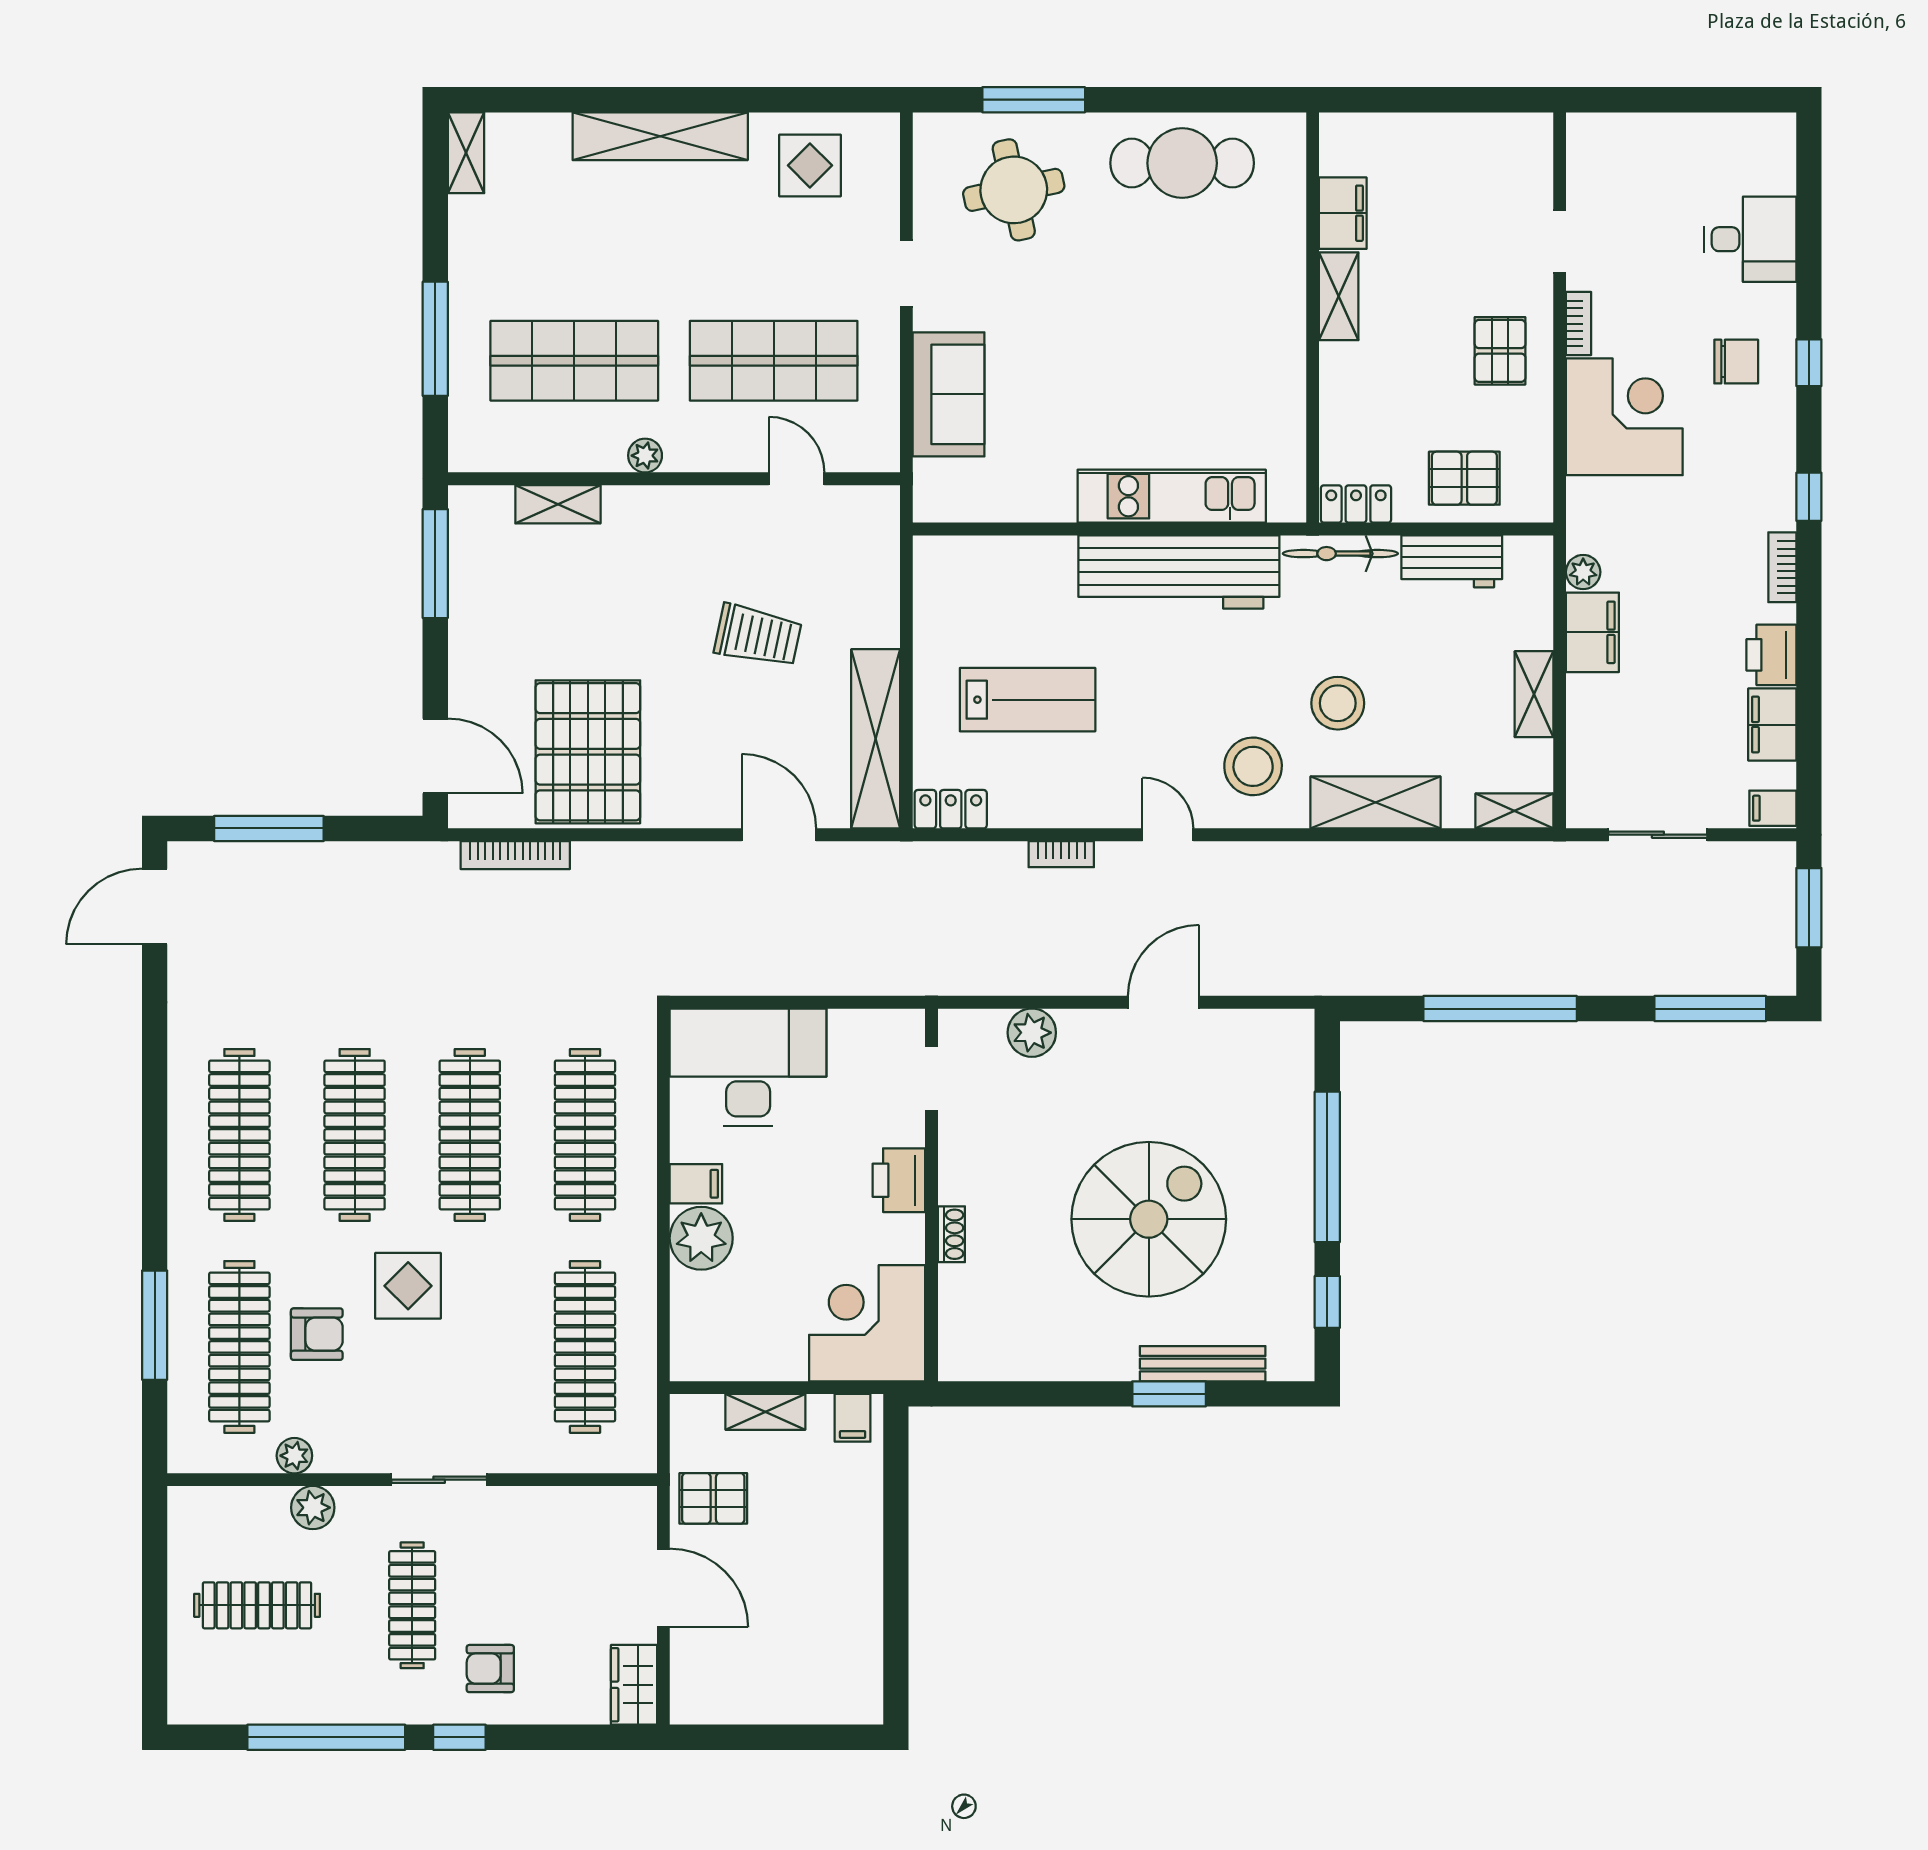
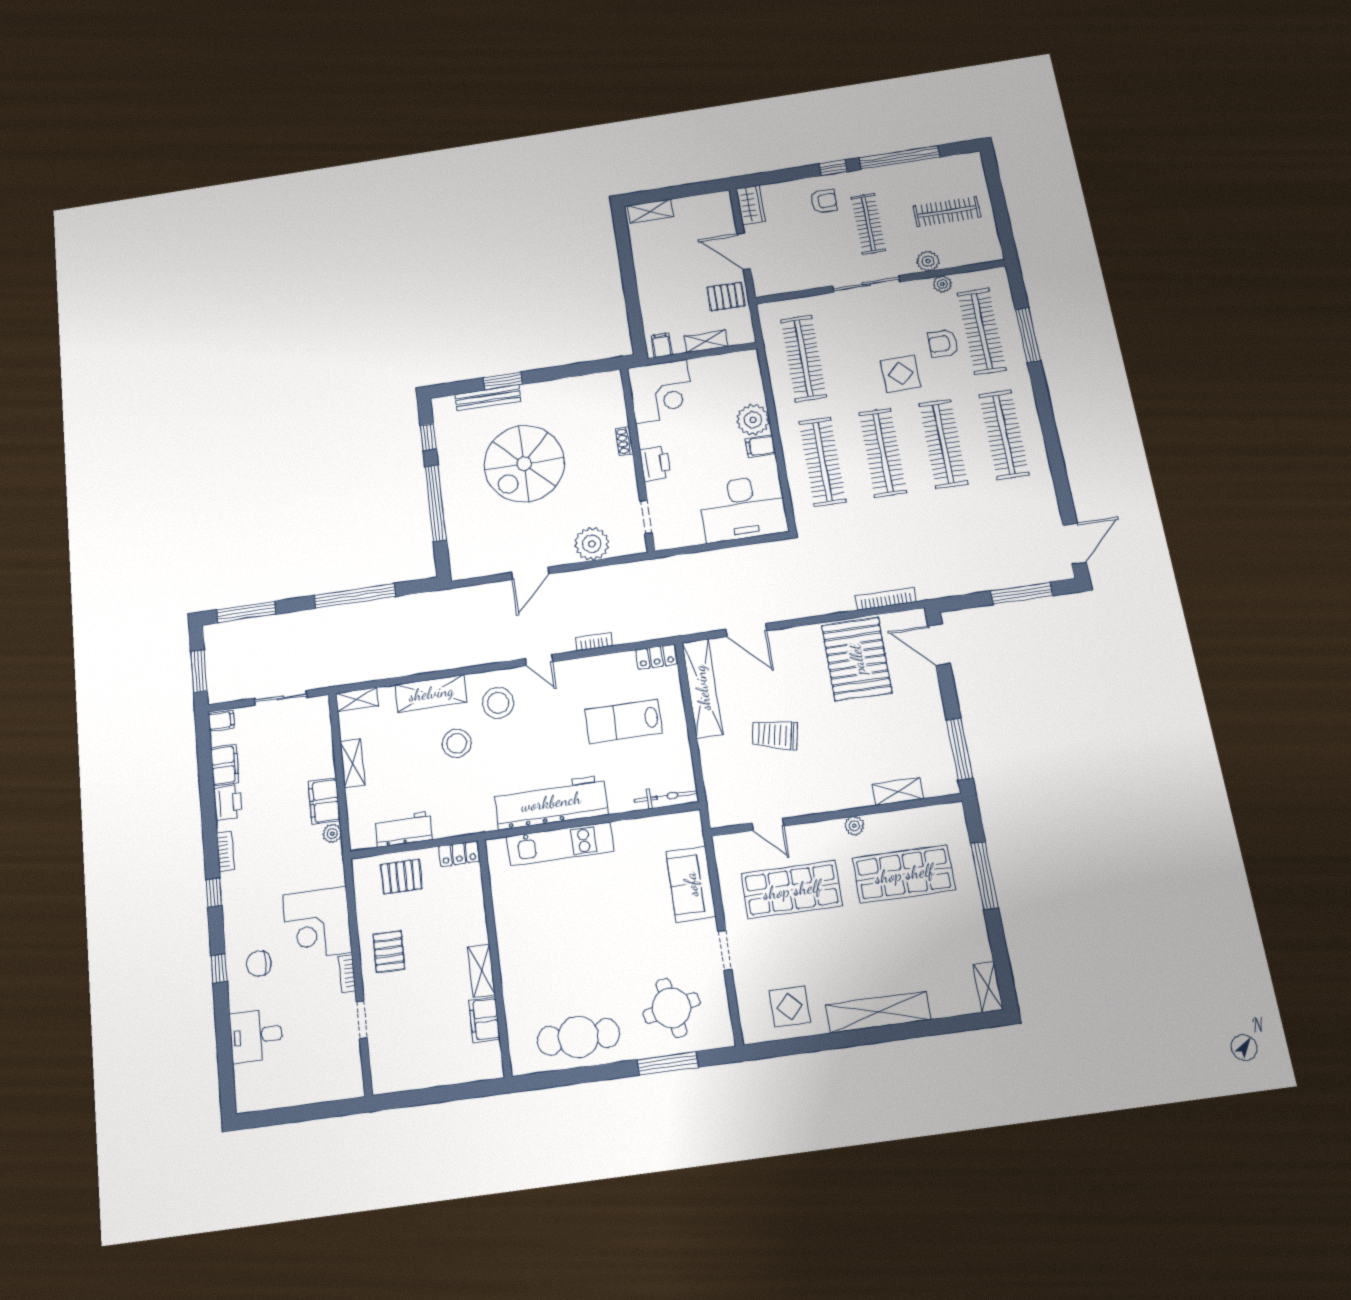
bicycle: (1340, 554) -> (666, 796), moved
plant: (1032, 1033) -> (592, 544), width x1.36, depth x1.36
sliding door: (439, 1480) -> (866, 284), width x1.37
shelving: (833, 1705) -> (650, 211), added

